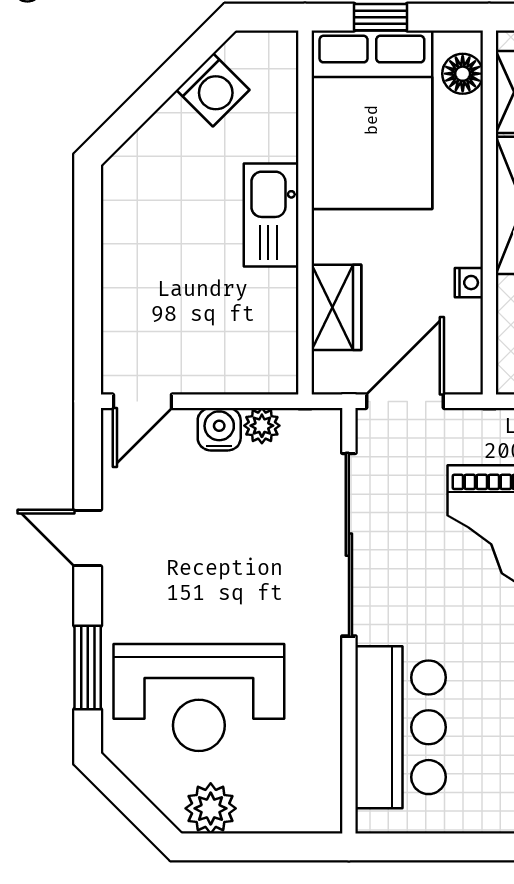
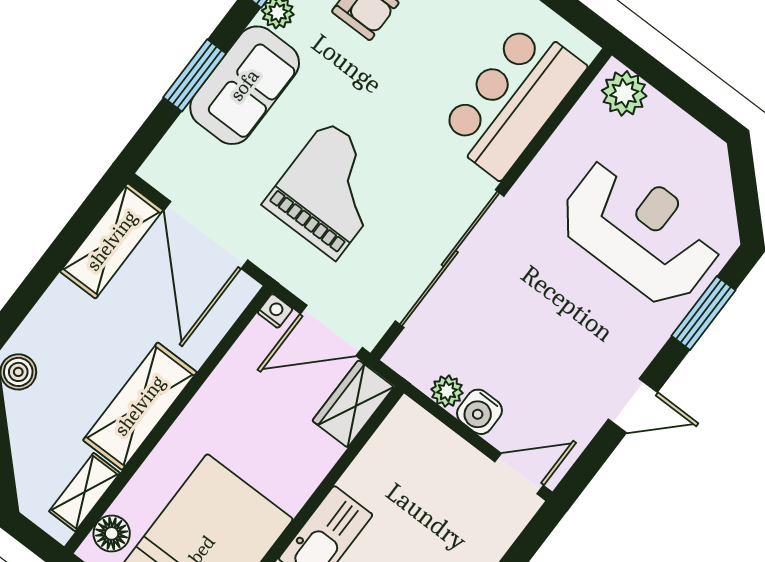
nightstand: (469, 283) -> (275, 311), moved, turned 90
wardrobe: (336, 307) -> (353, 404), moved
door: (88, 538) -> (633, 406), hinge flipped
plant: (211, 808) -> (624, 93), moved

